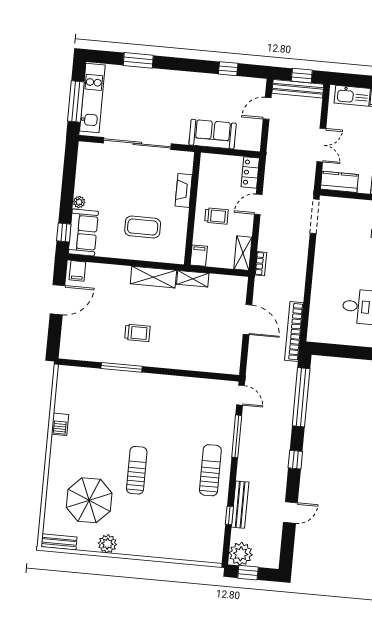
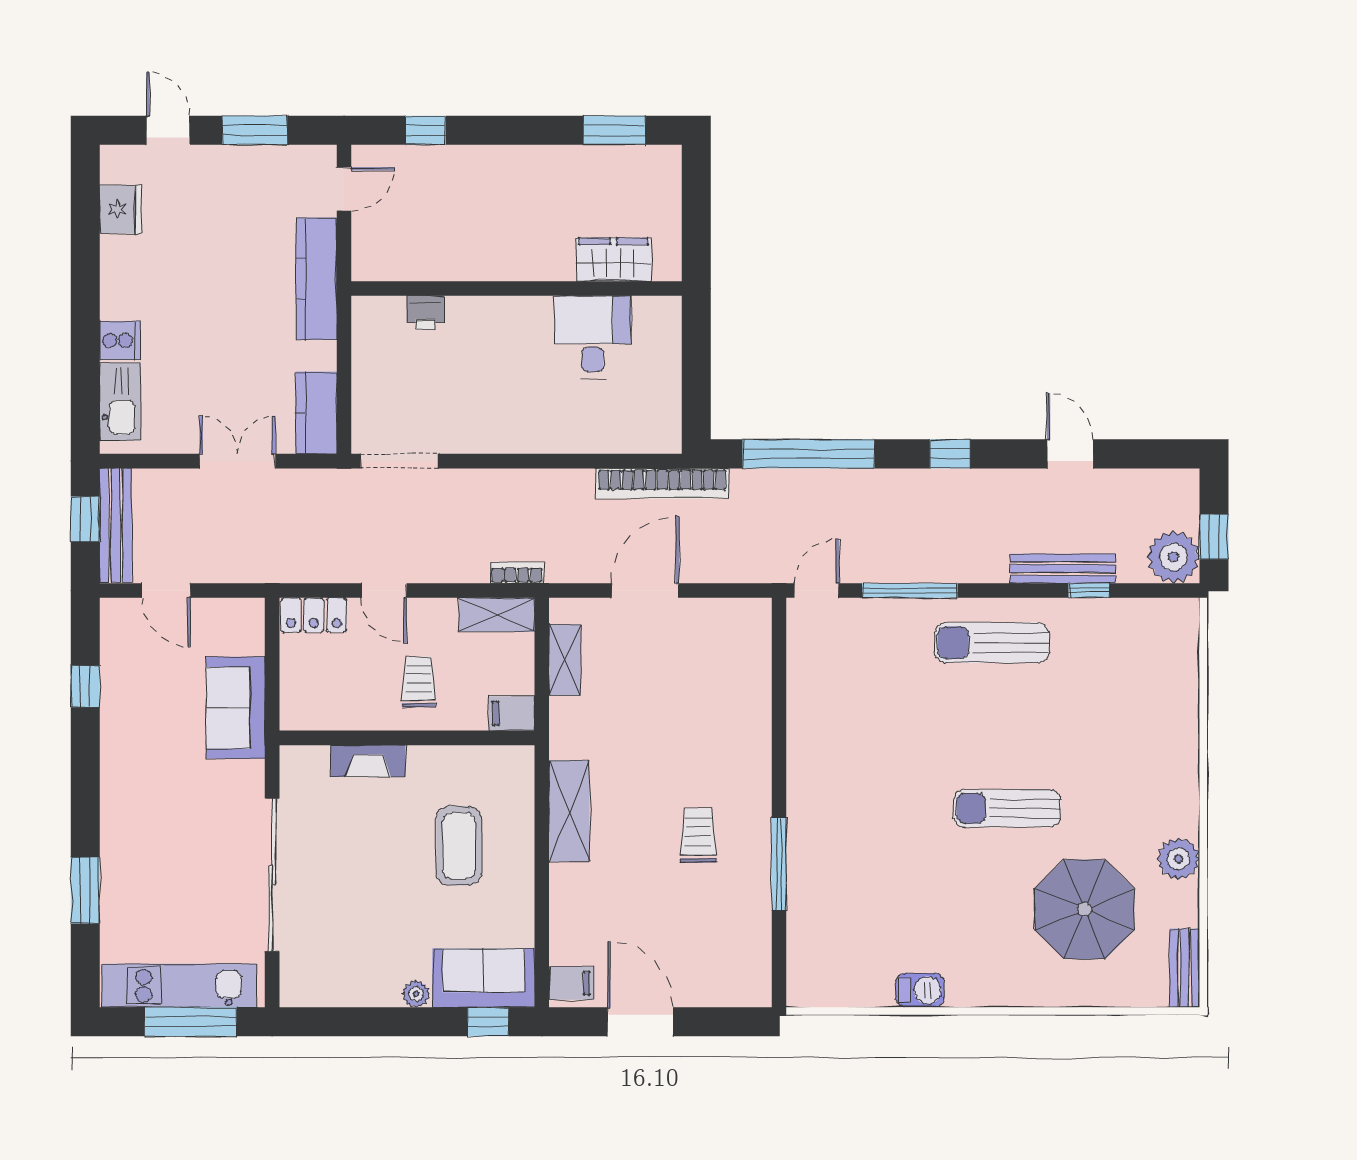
shelving: (193, 279) -> (565, 660), moved

